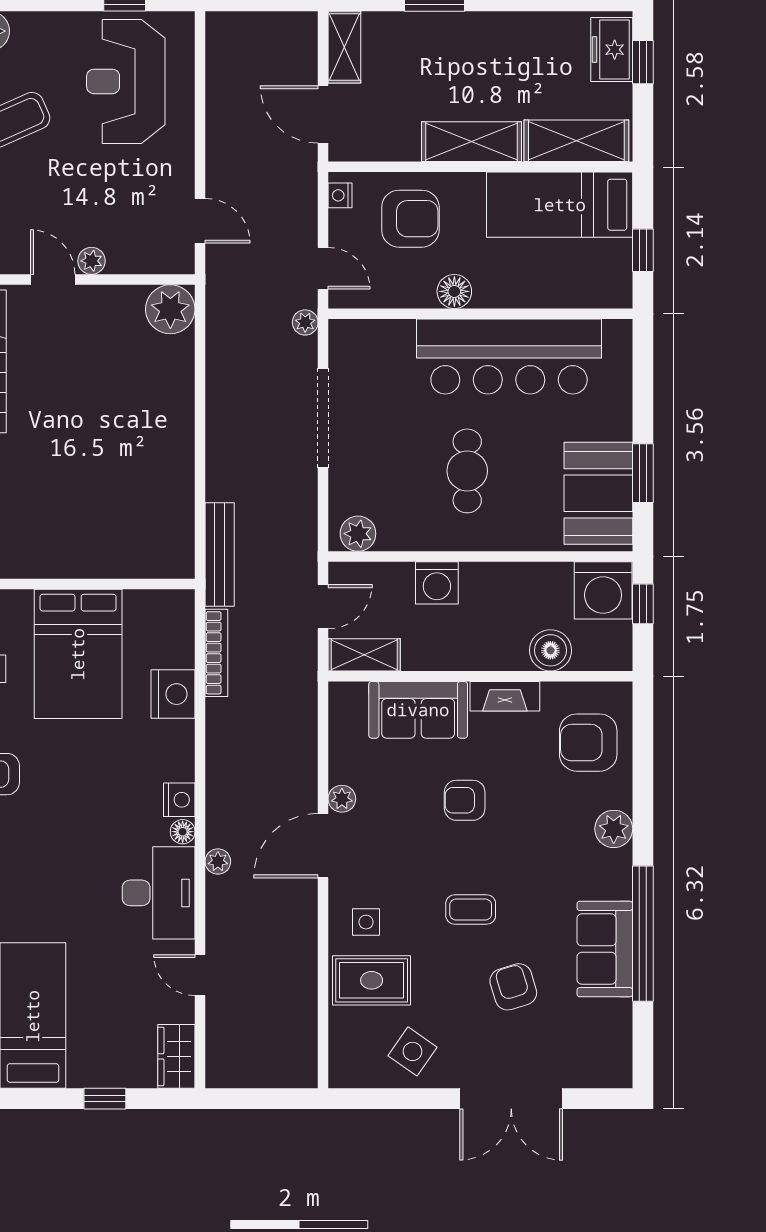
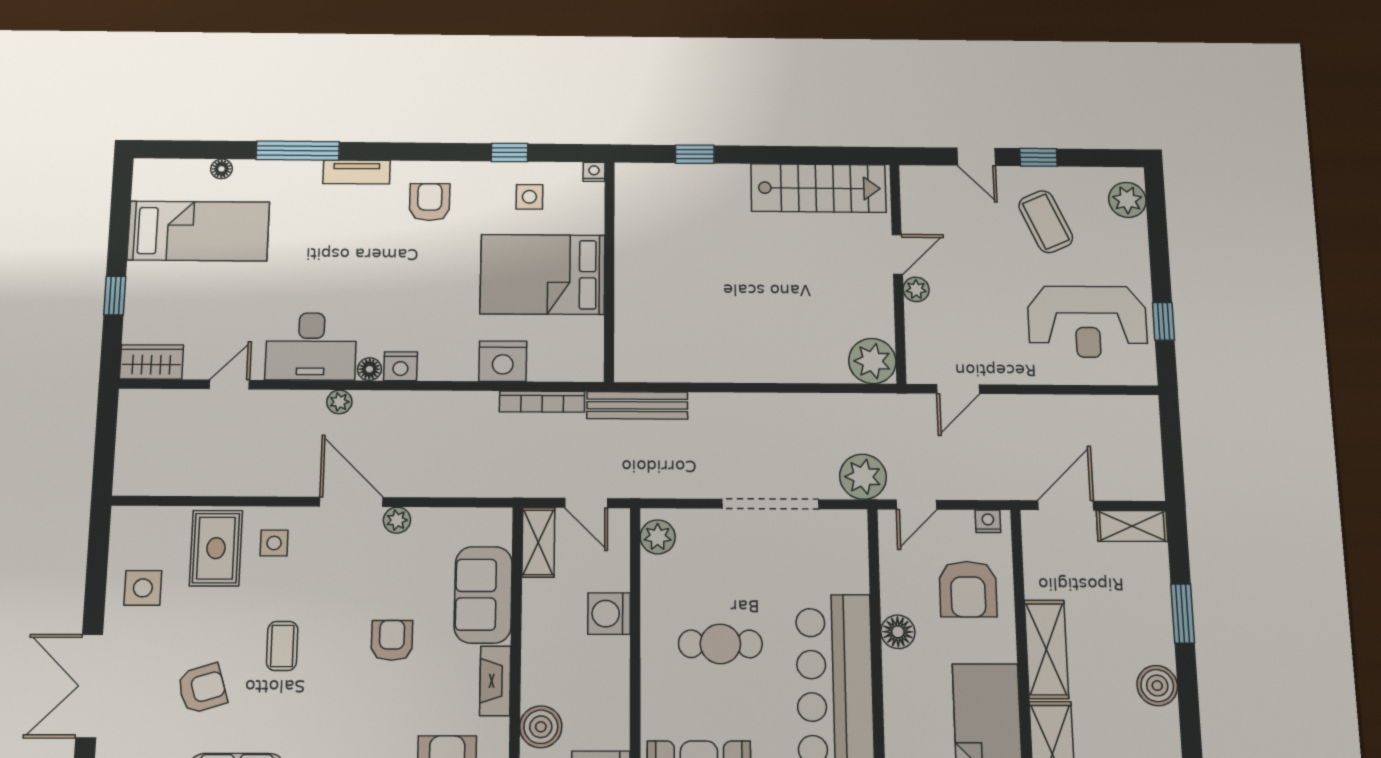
boiler: (508, 31) -> (1157, 686), added
reception desk: (126, 81) -> (1087, 322), turned 180
plant: (305, 322) -> (863, 477), width x1.87, depth x1.87
side table: (412, 1051) -> (143, 588), turned -35

